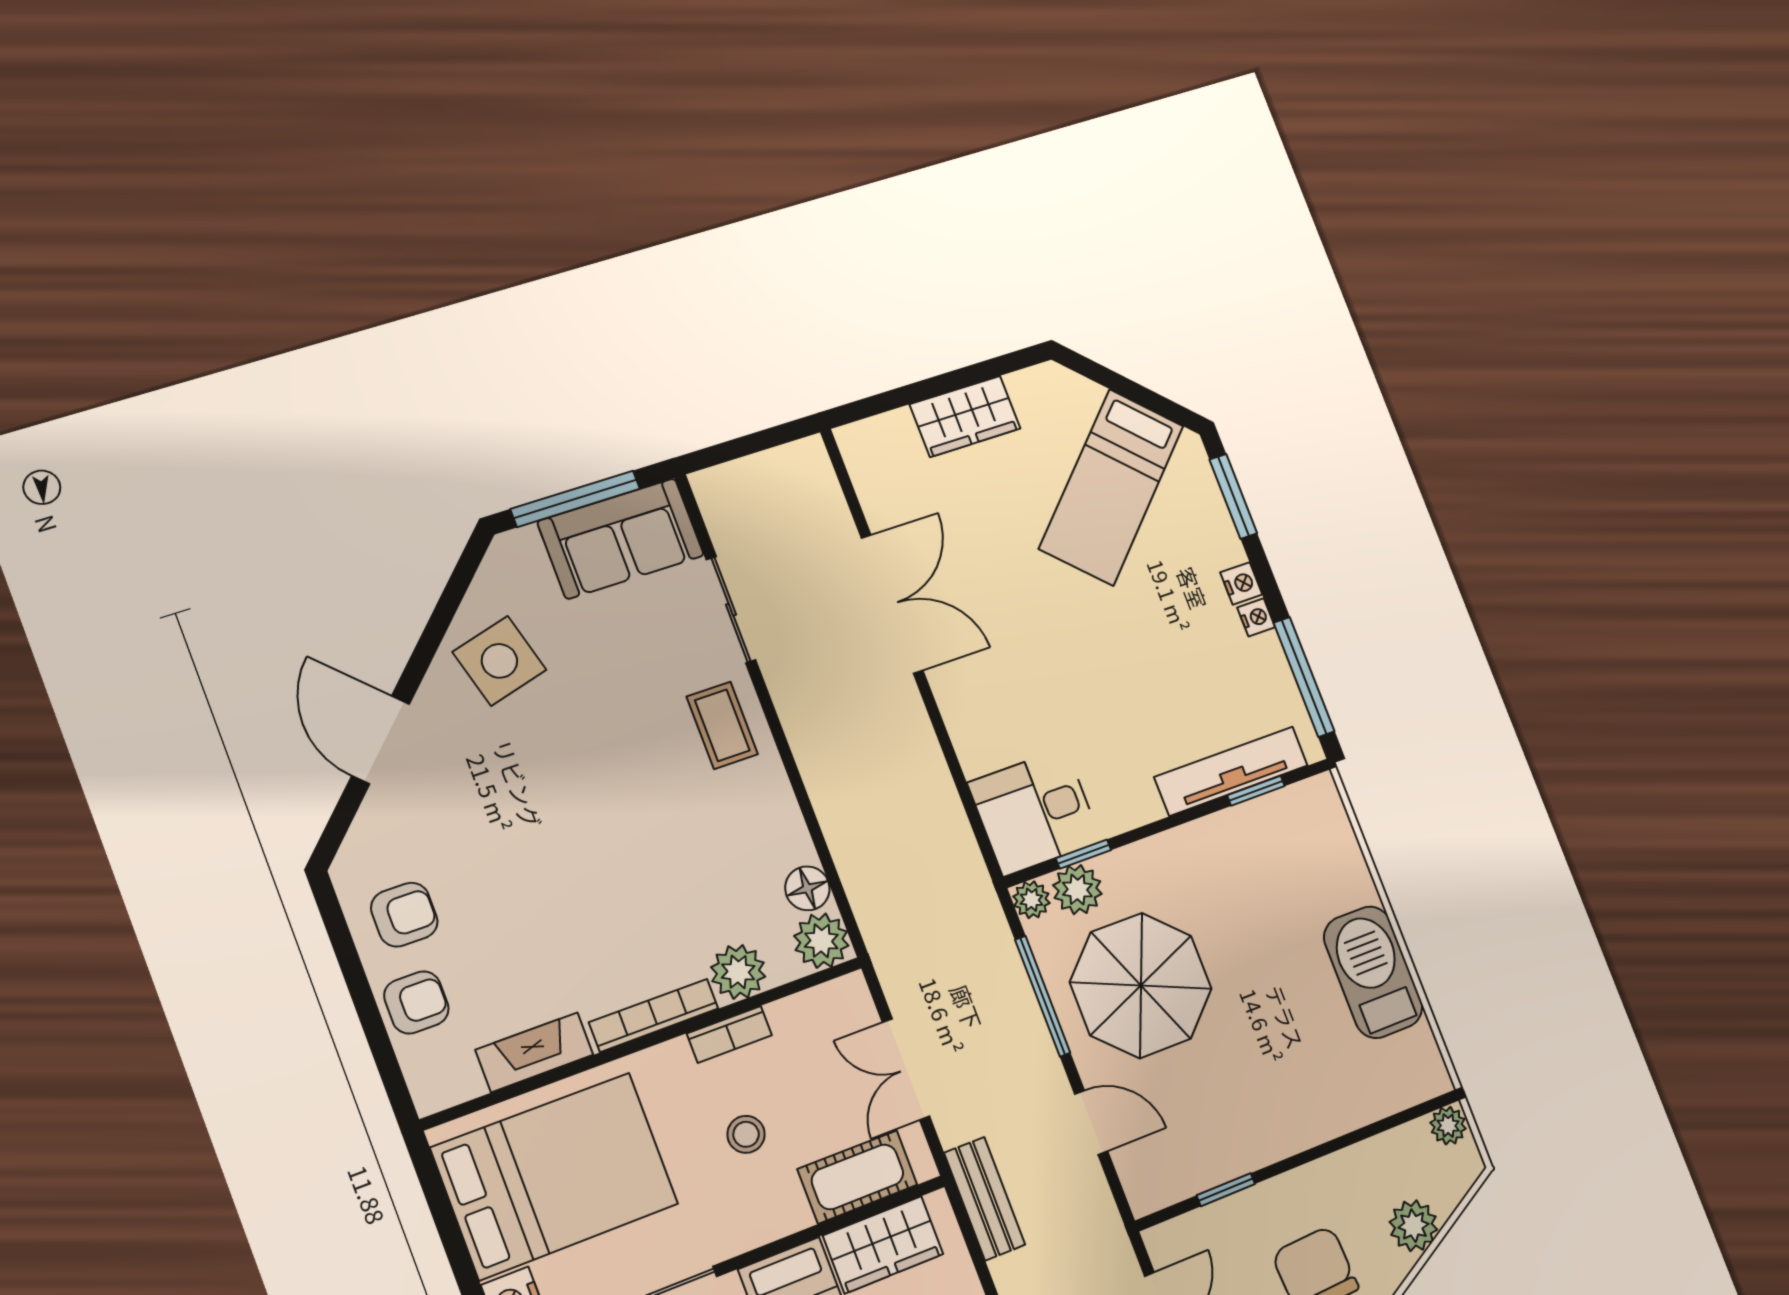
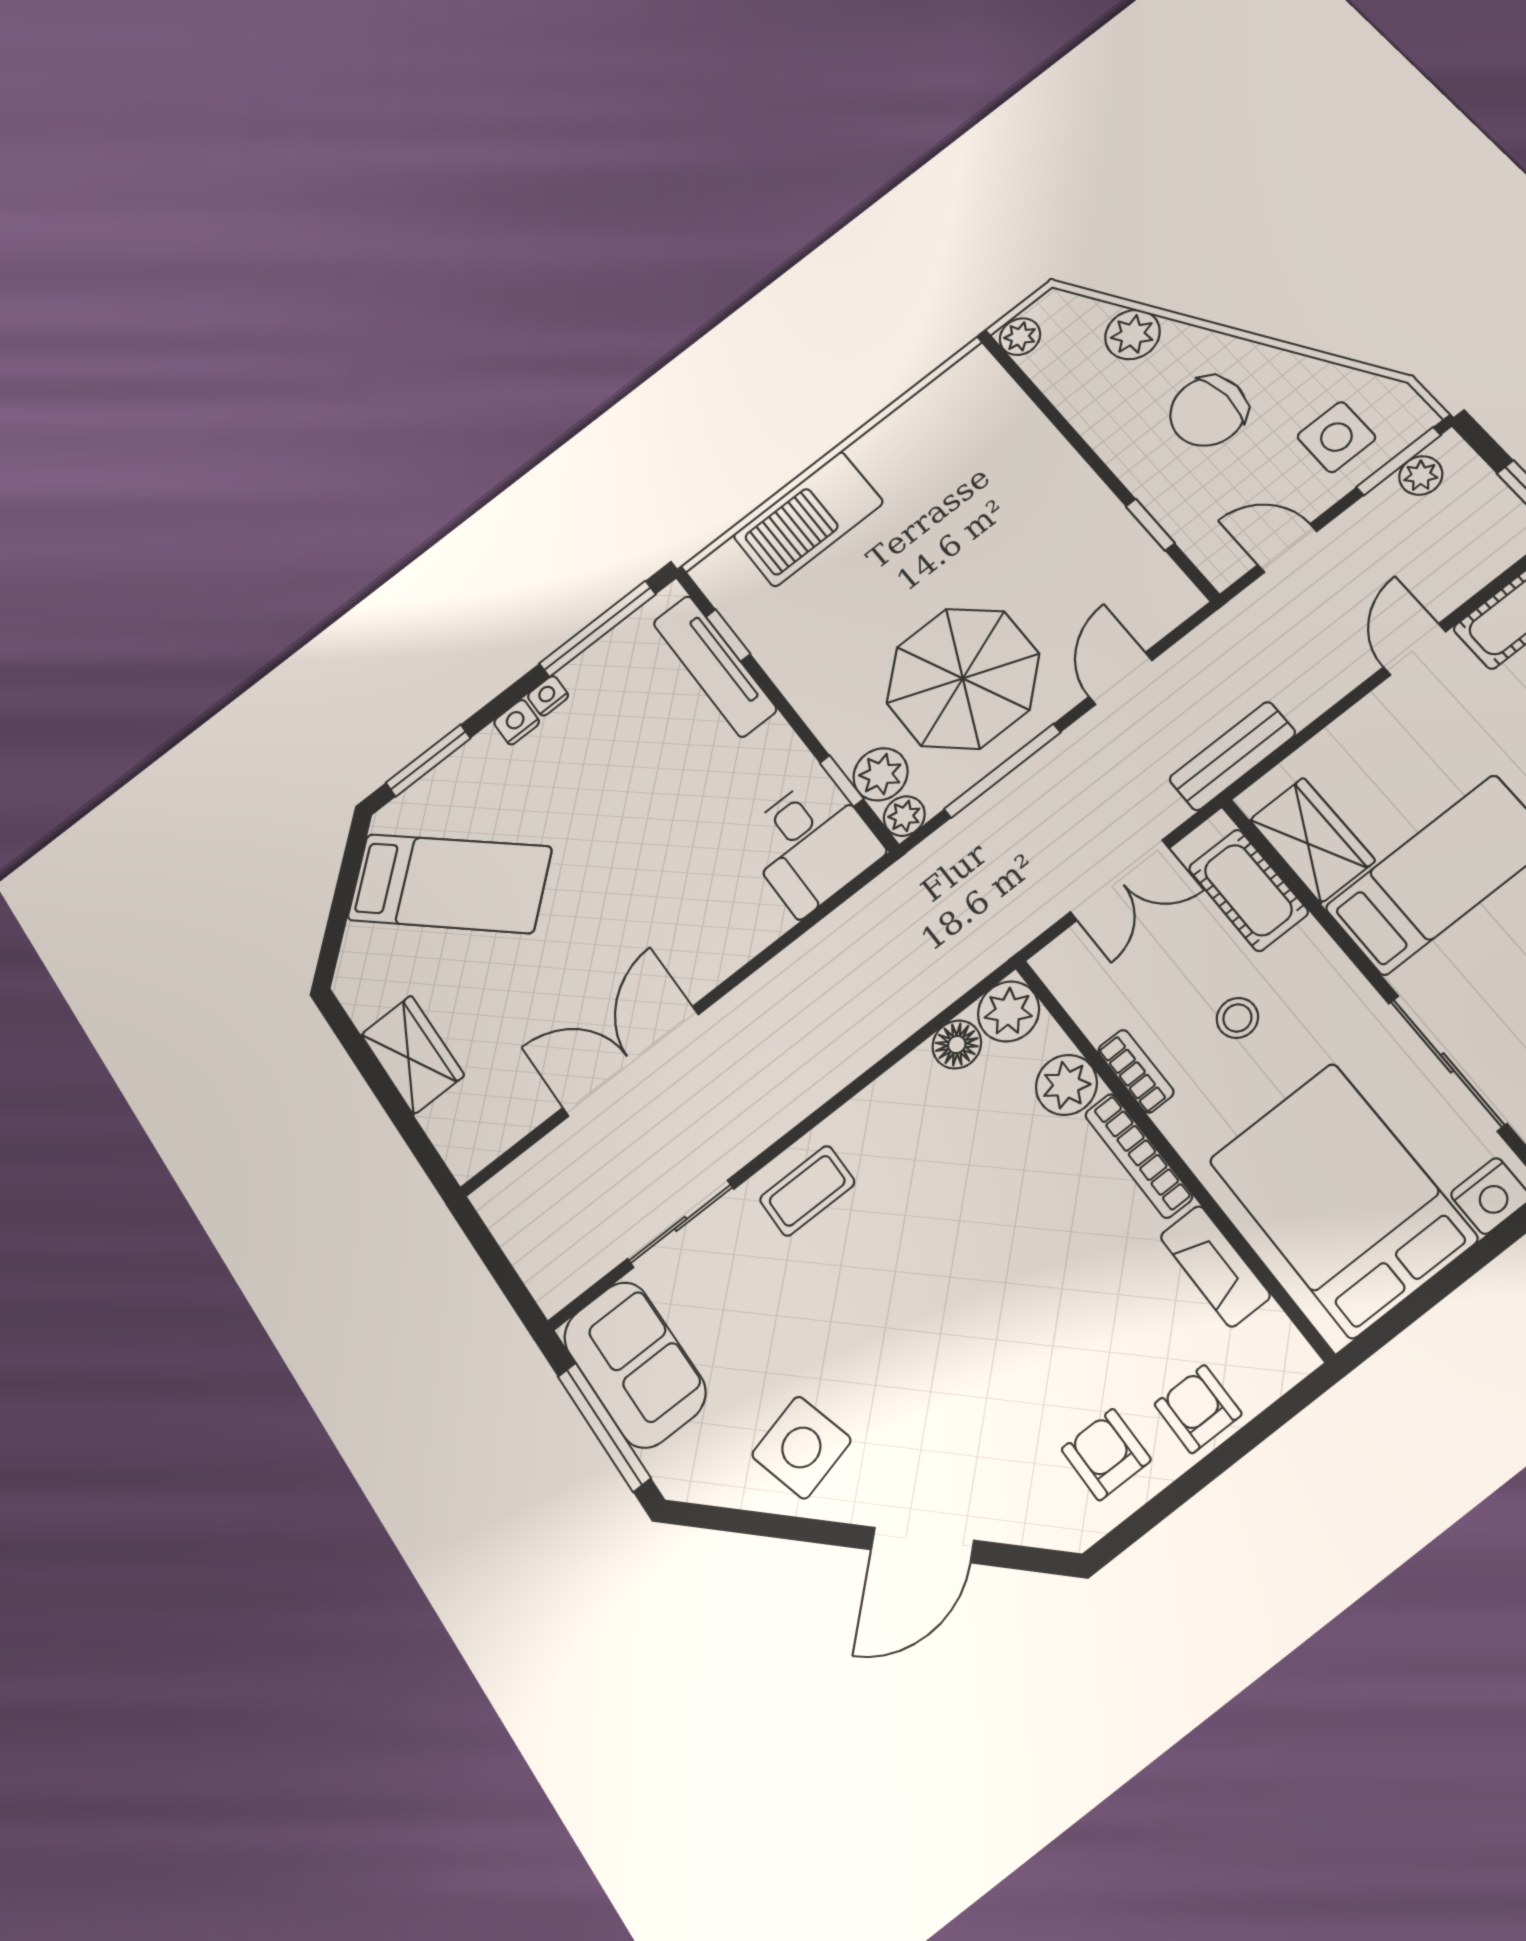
barbecue: (1373, 972) -> (808, 519), moved

